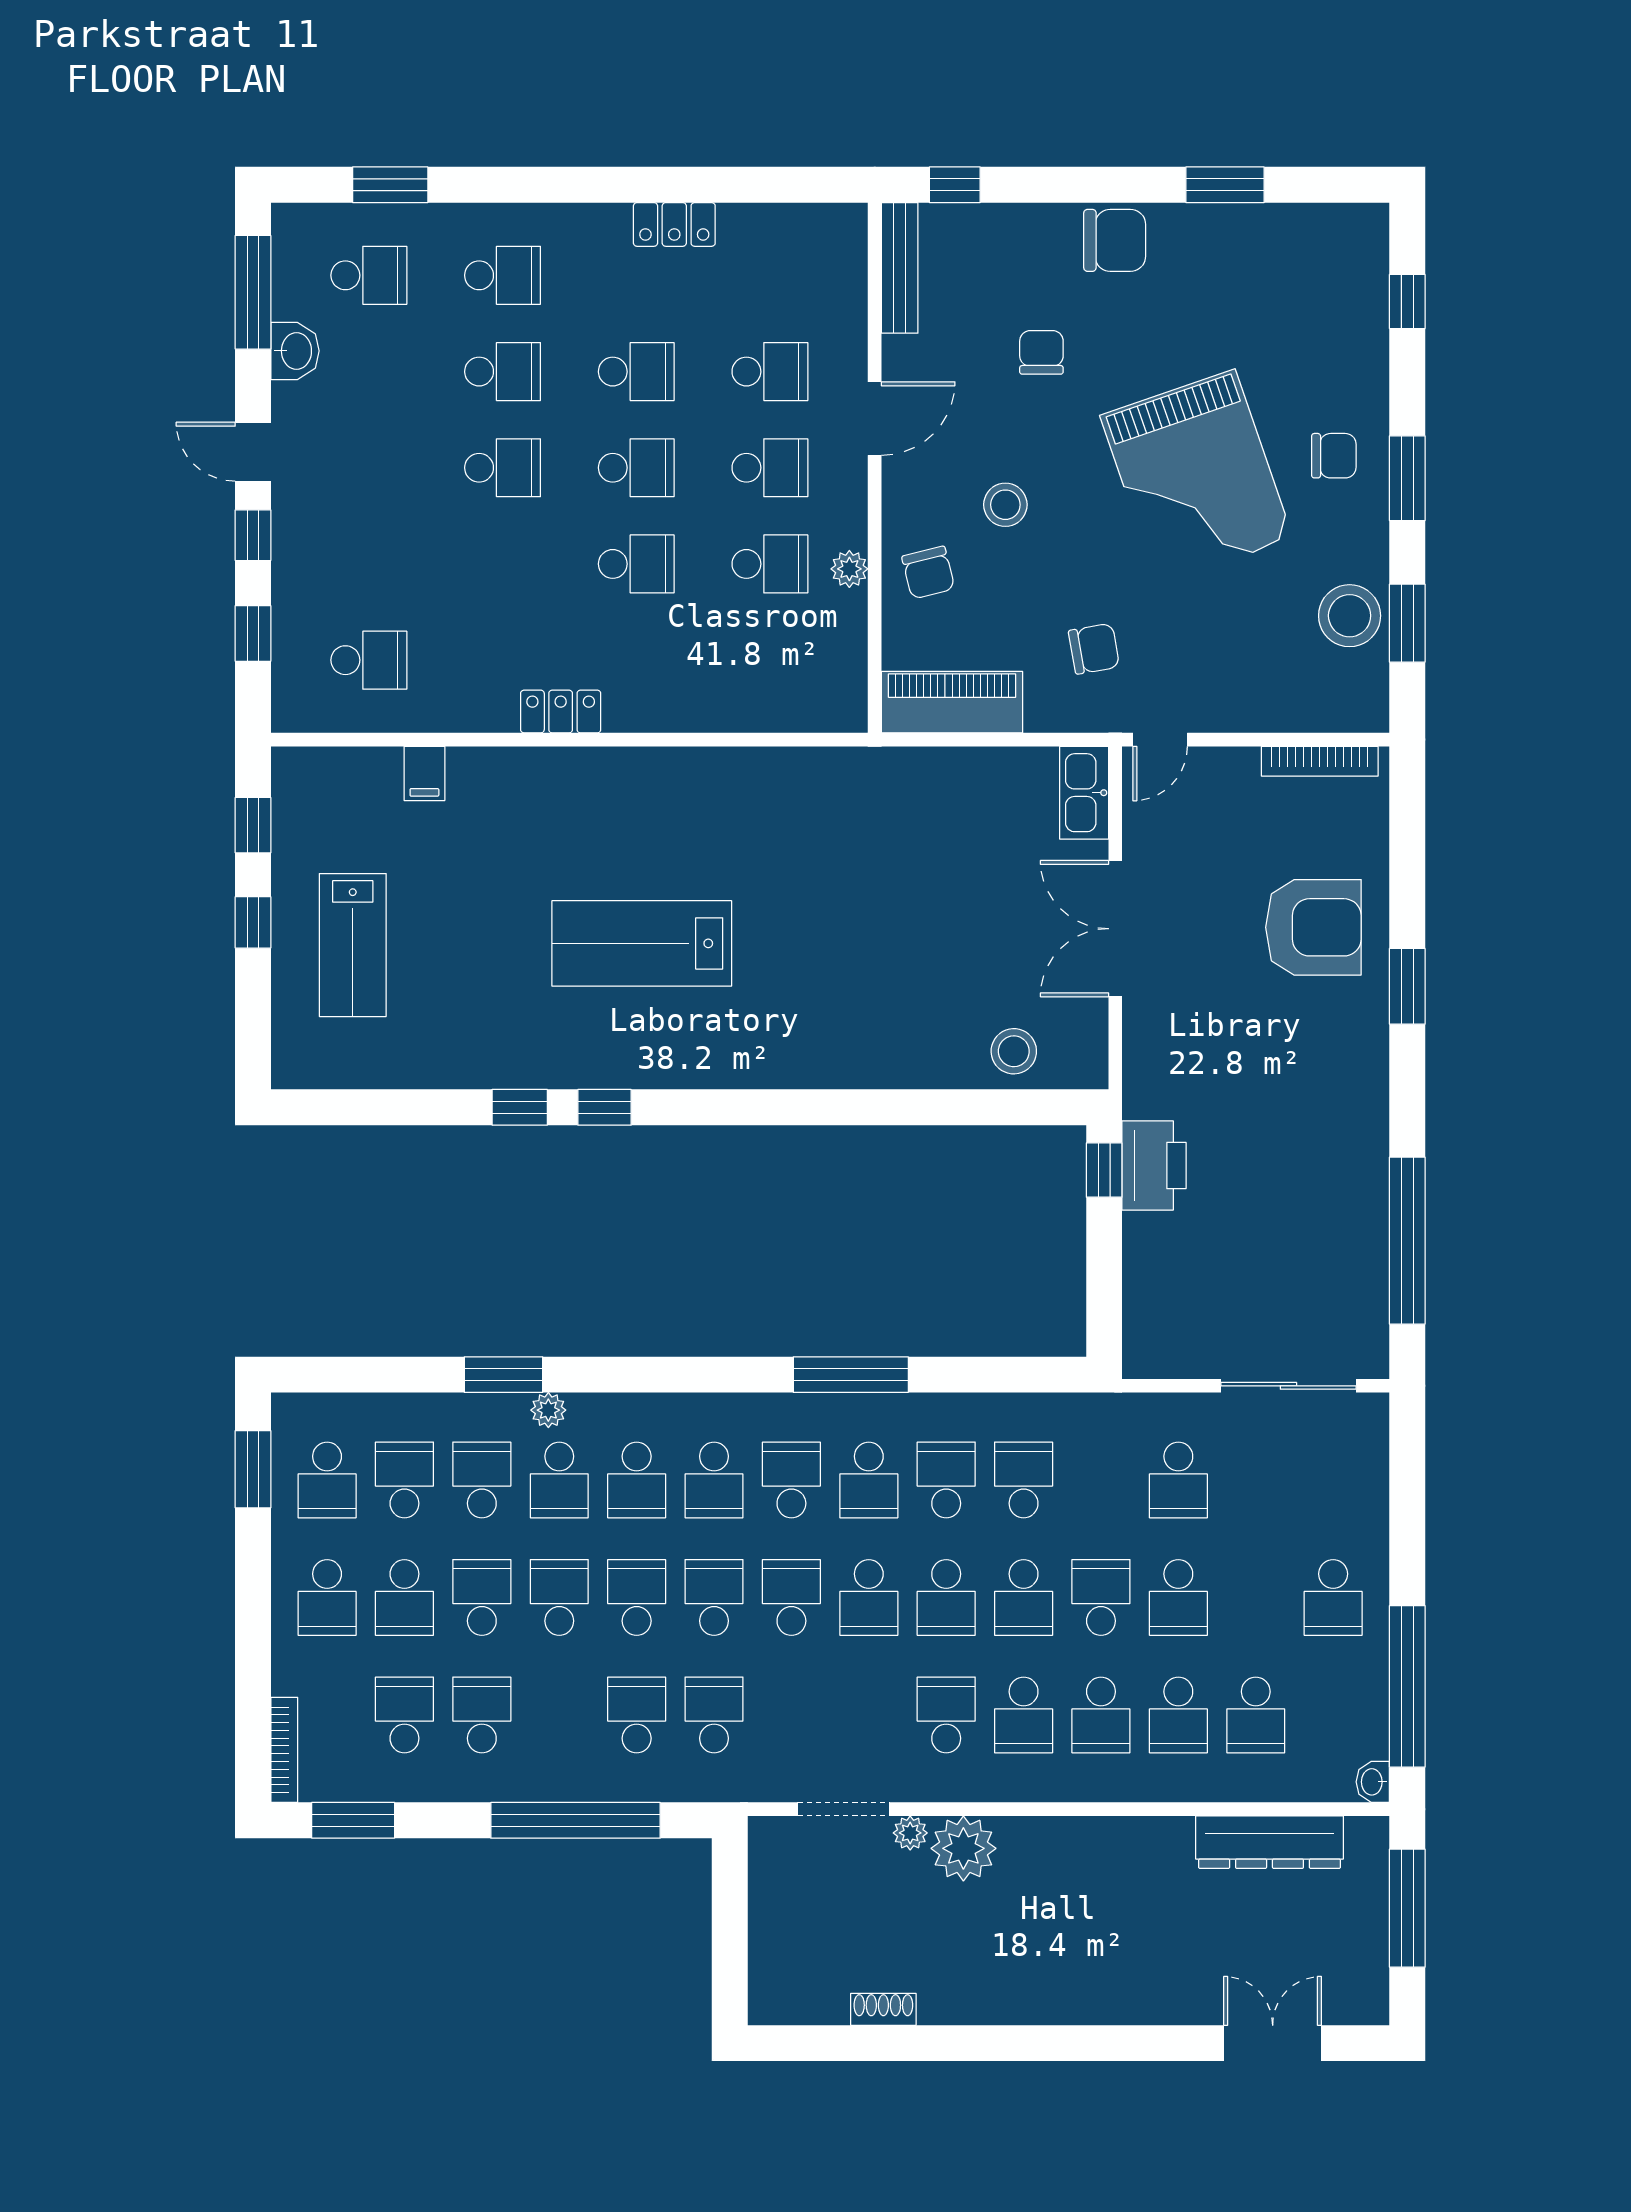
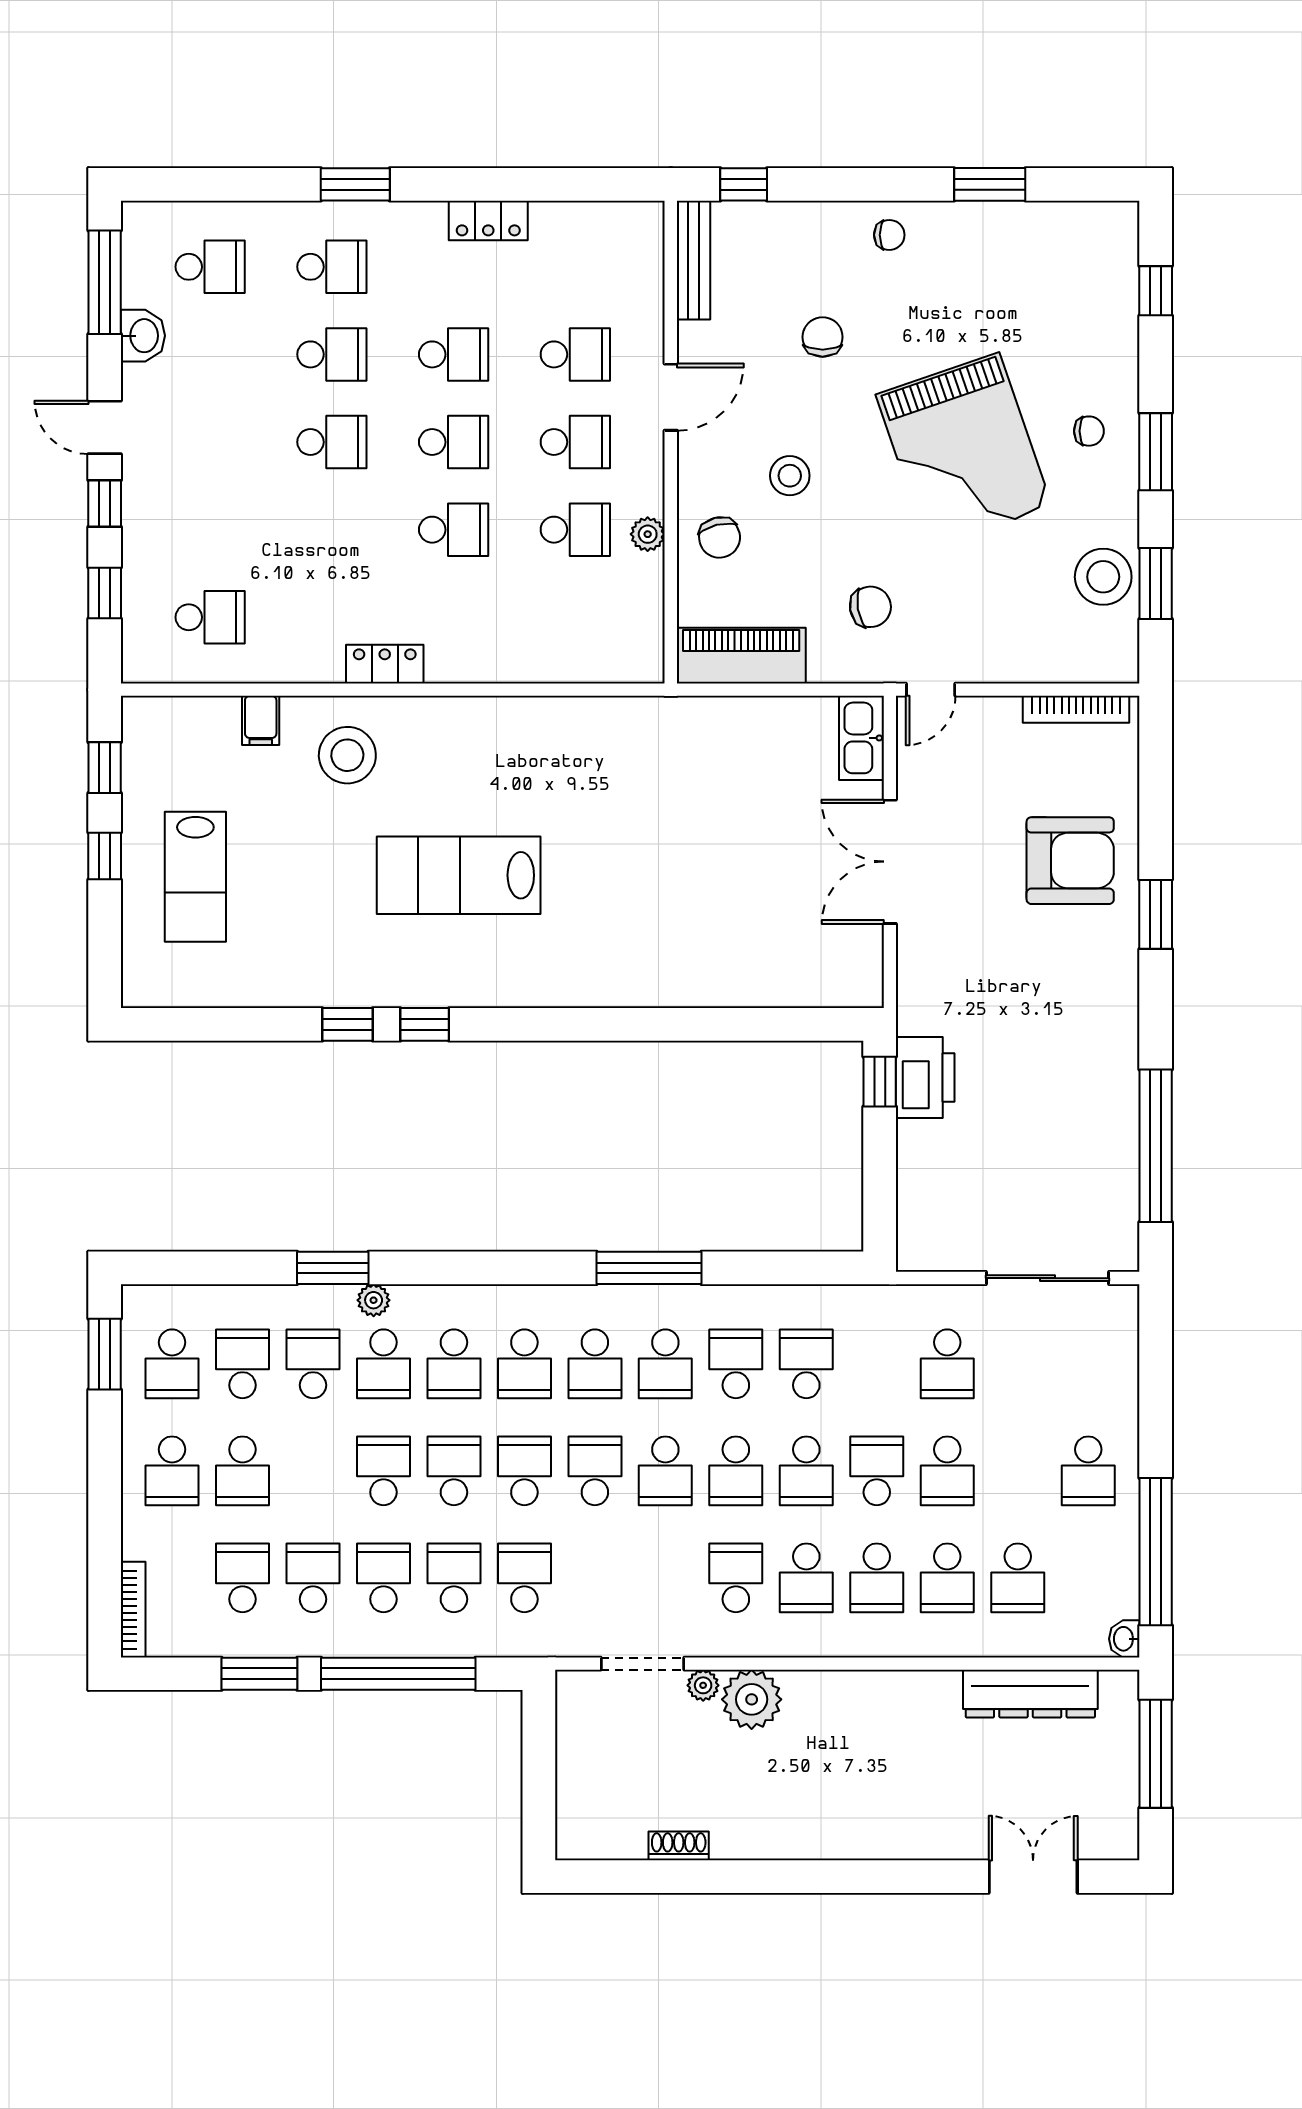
window: (390, 185) -> (355, 184), moved
chair: (1115, 240) -> (889, 235), width x0.54, depth x0.54
chair: (1334, 456) -> (1089, 431), width x0.73, depth x0.73
stool: (1014, 1051) -> (347, 755), moved, width x1.38, depth x1.38
school desk: (791, 1480) -> (595, 1364), turned 180
school desk: (482, 1597) -> (383, 1578), moved
window: (353, 1820) -> (259, 1674), moved

